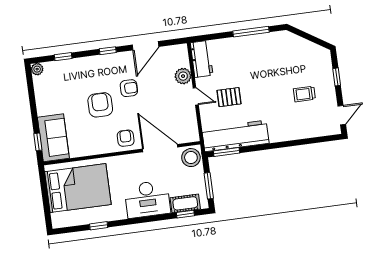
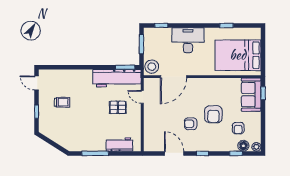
door: (146, 46) -> (174, 153), hinge flipped
workbench: (202, 59) -> (119, 144), moved, turned 90
floor lamp: (55, 68) -> (243, 146), added
plant: (183, 76) -> (150, 127), removed
door: (196, 96) -> (142, 97), moved
door: (342, 115) -> (37, 83), hinge flipped
armchair: (126, 138) -> (238, 128), moved
door: (160, 148) -> (174, 77), hinge flipped
cot: (185, 203) -> (160, 33), removed

